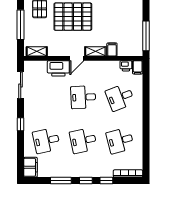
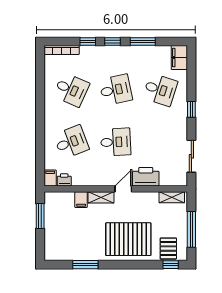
window: (146, 36) -> (40, 216), width x0.69
desk: (46, 141) -> (160, 90), turned 30
desk: (120, 141) -> (71, 90), turned 39

